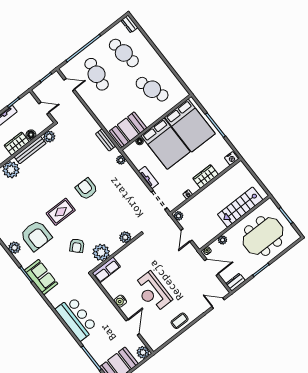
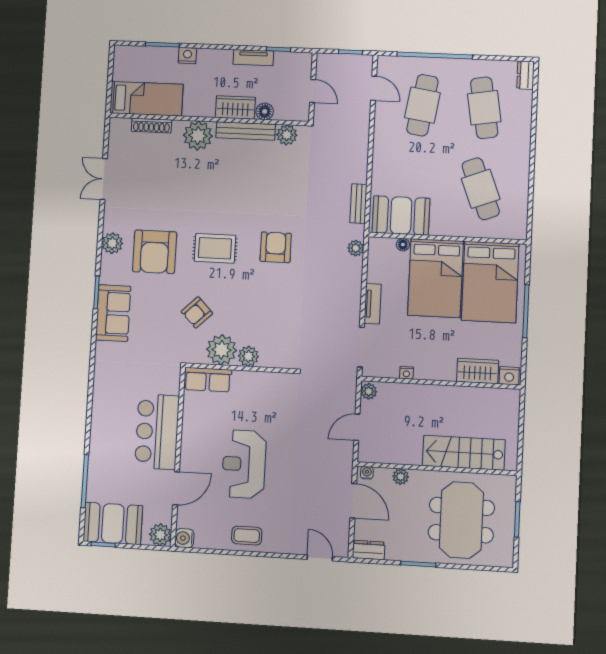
wardrobe: (206, 176) -> (478, 371), moved
meeting table: (263, 236) -> (461, 520), turned 90
plant: (125, 237) -> (248, 356), moved
water cooler: (120, 301) -> (184, 538), moved
bar counter: (76, 318) -> (157, 432), moved, turned 180

